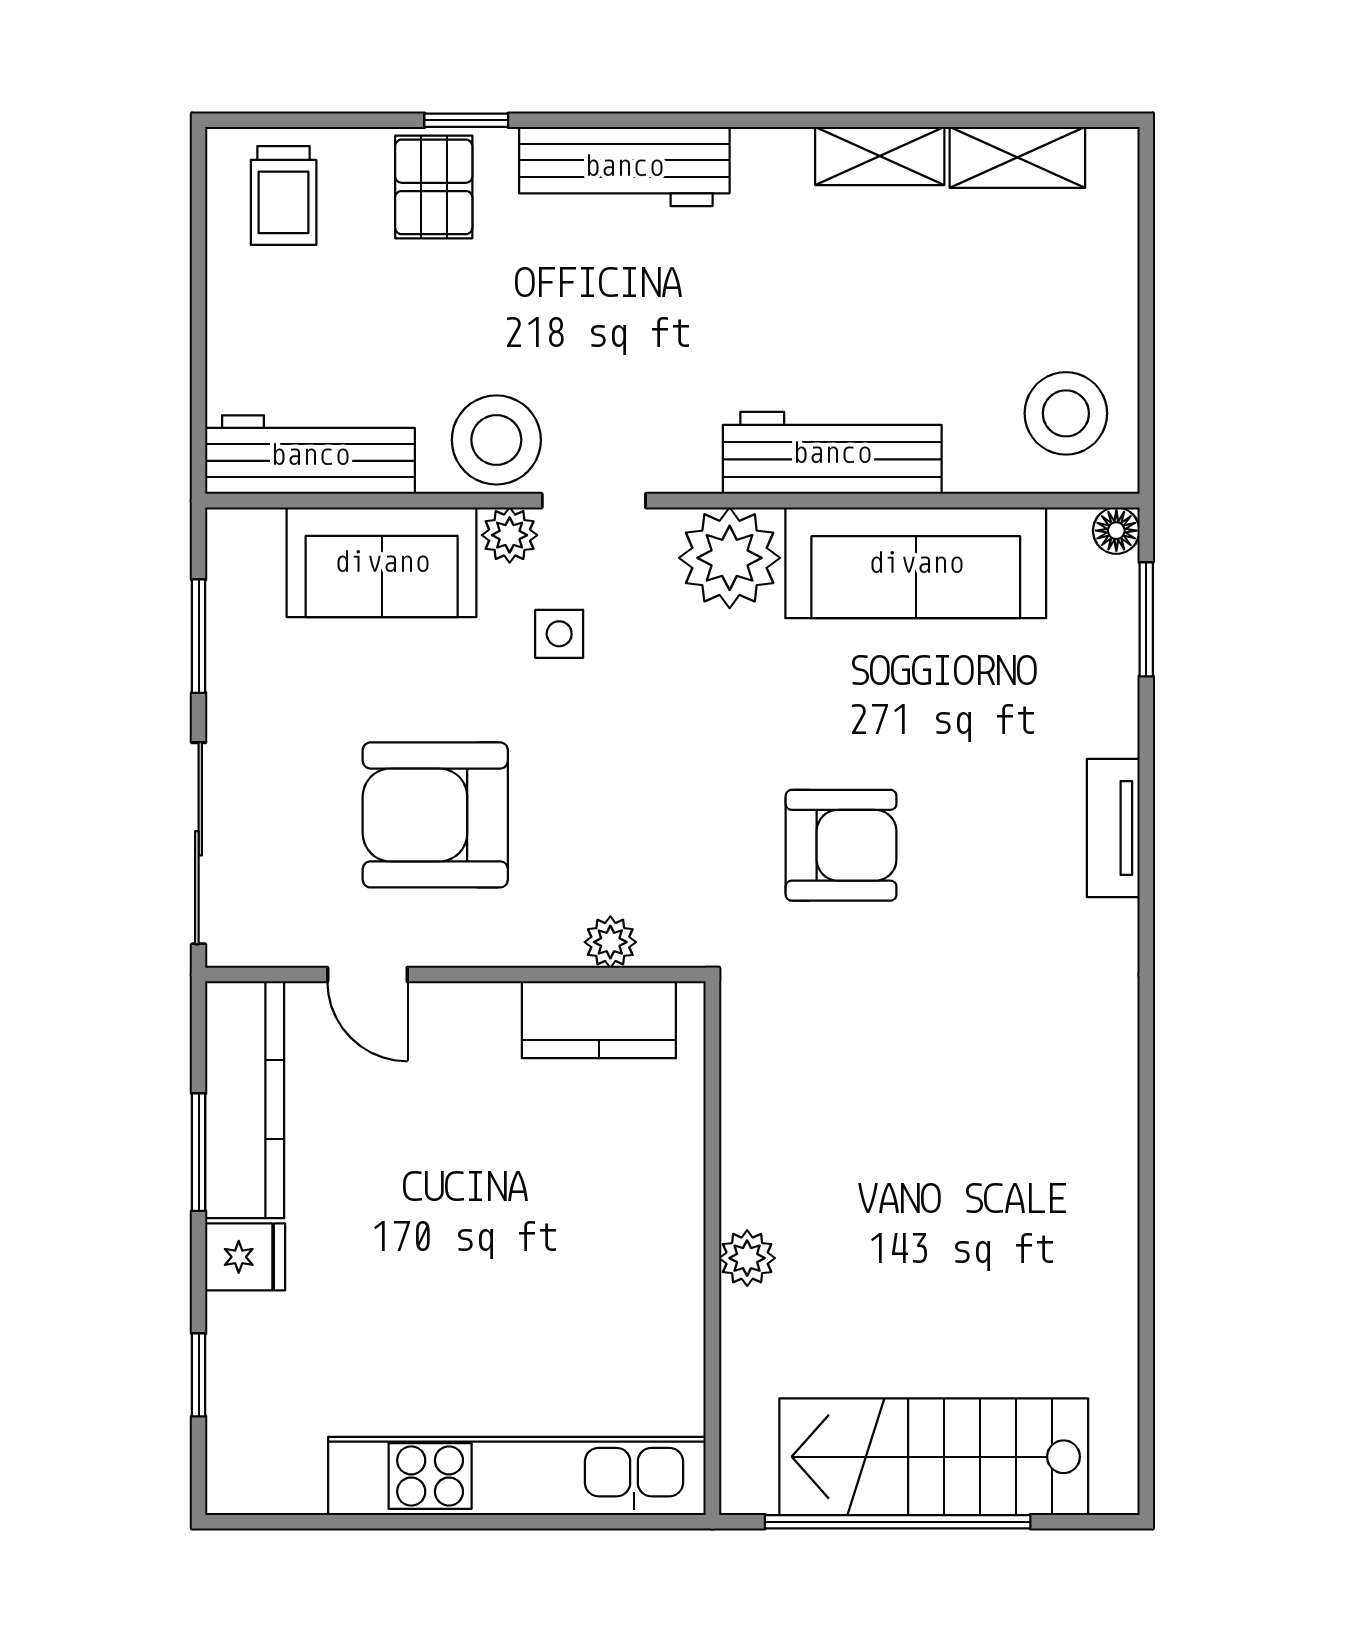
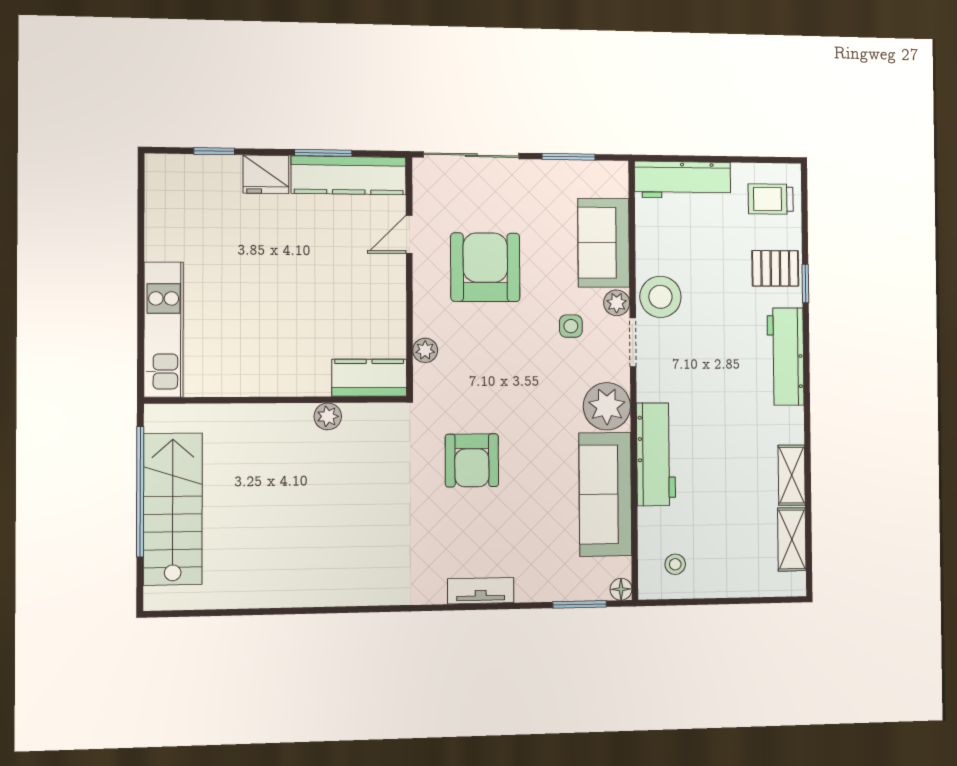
stool: (1066, 413) -> (675, 564), width x0.53, depth x0.53
workbench: (310, 455) -> (683, 180), moved, turned 90
kitchen counter: (599, 1020) -> (369, 378), moved, turned 90
fridge: (245, 1257) -> (266, 174), width x1.38
plant: (747, 1258) -> (328, 416), moved
kitchen unit: (517, 1476) -> (164, 330), width x0.73

